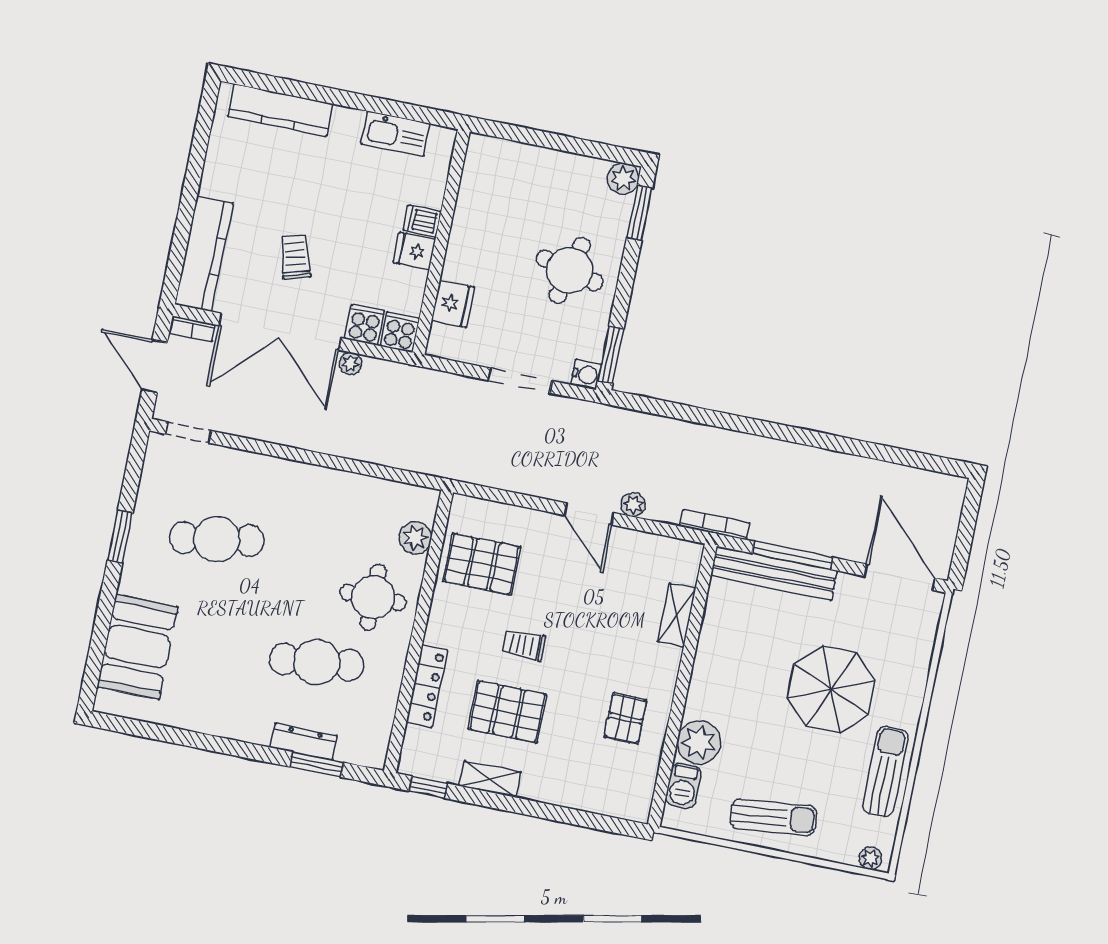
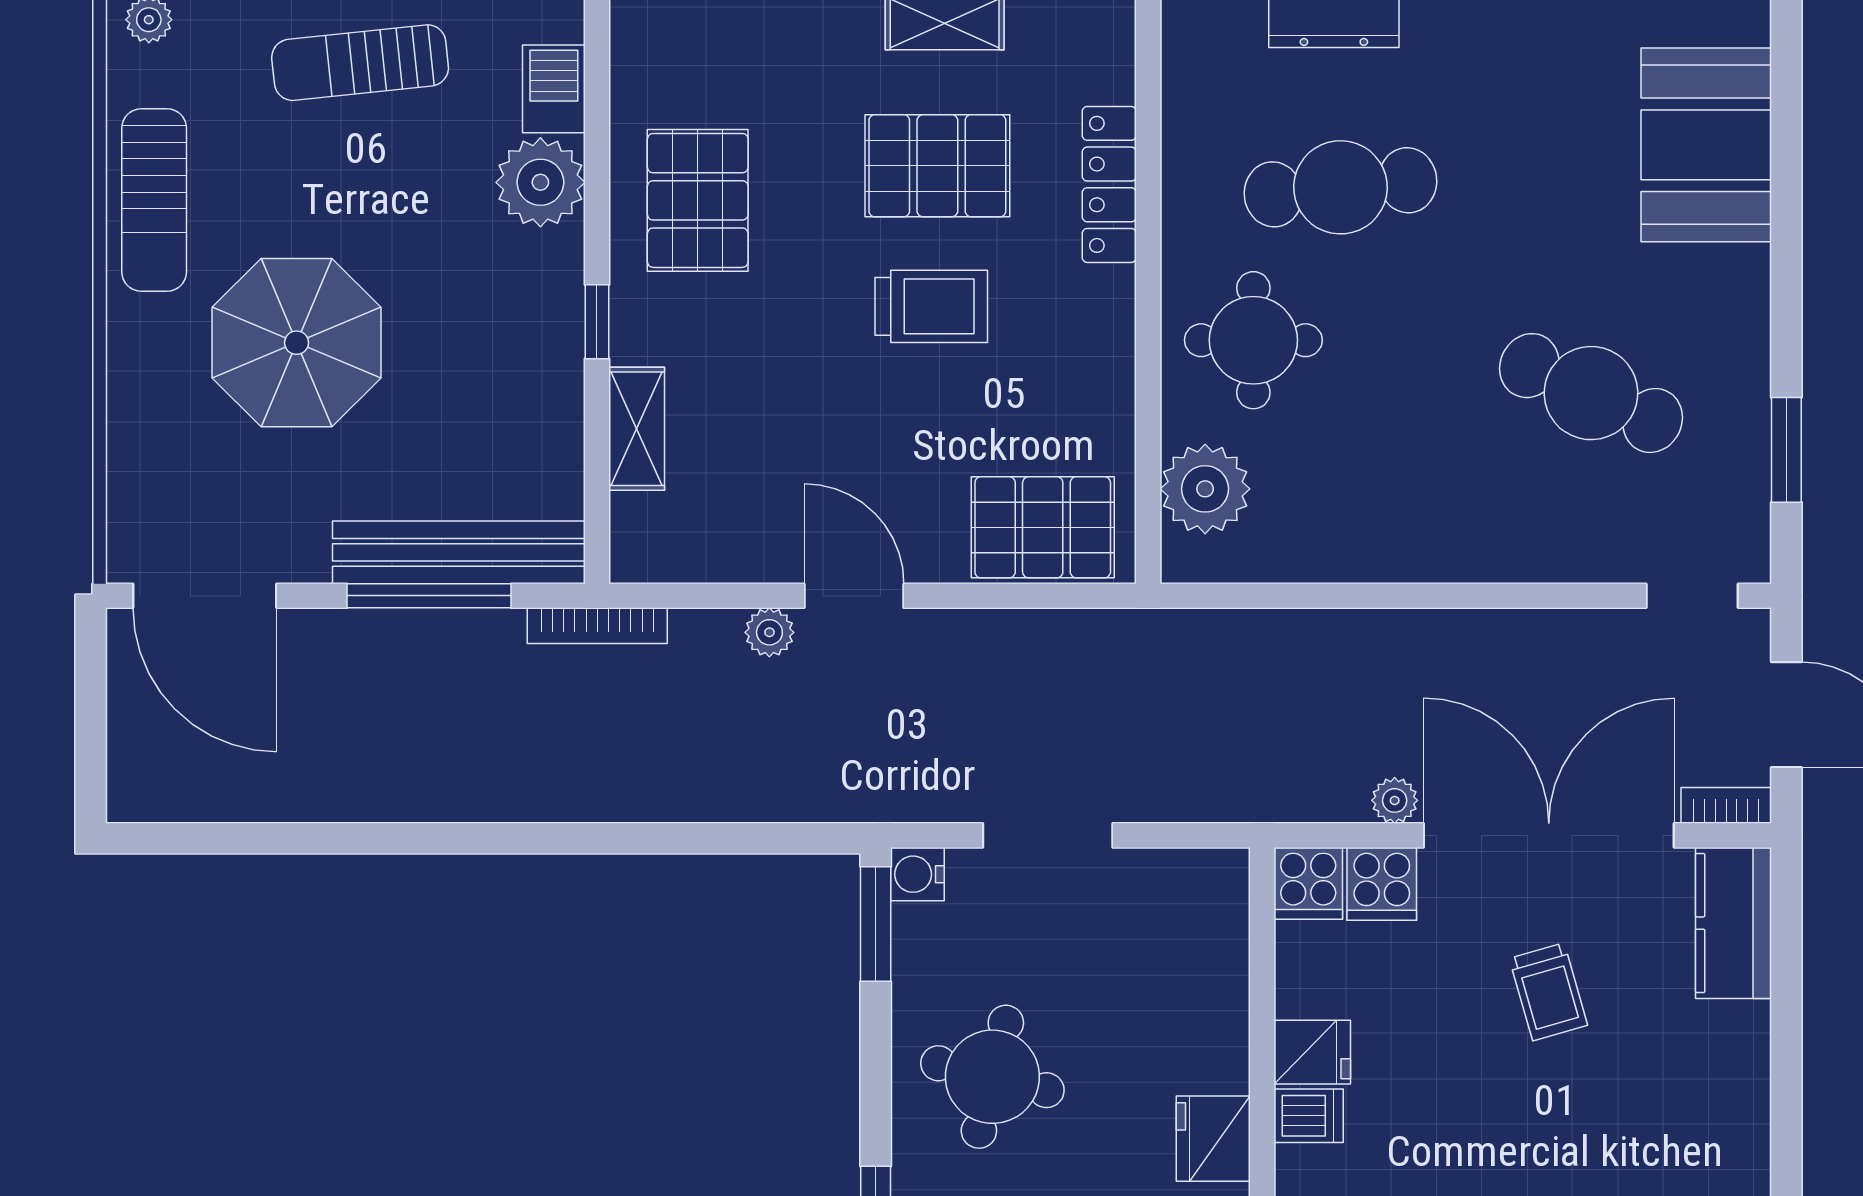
kitchen counter: (204, 254) -> (1733, 923), width x0.67
fridge: (453, 304) -> (1213, 1139), moved
window: (120, 536) -> (1786, 450), moved
plant: (415, 538) -> (1205, 489), width x1.36, depth x1.36
cafe table: (217, 539) -> (1591, 393), turned 33
pallet: (482, 564) -> (1043, 527), moved
trolley: (524, 645) -> (931, 306), width x1.36, depth x1.39
window: (685, 670) -> (597, 322), added
pallet: (625, 718) -> (698, 200), width x1.50, depth x1.42

